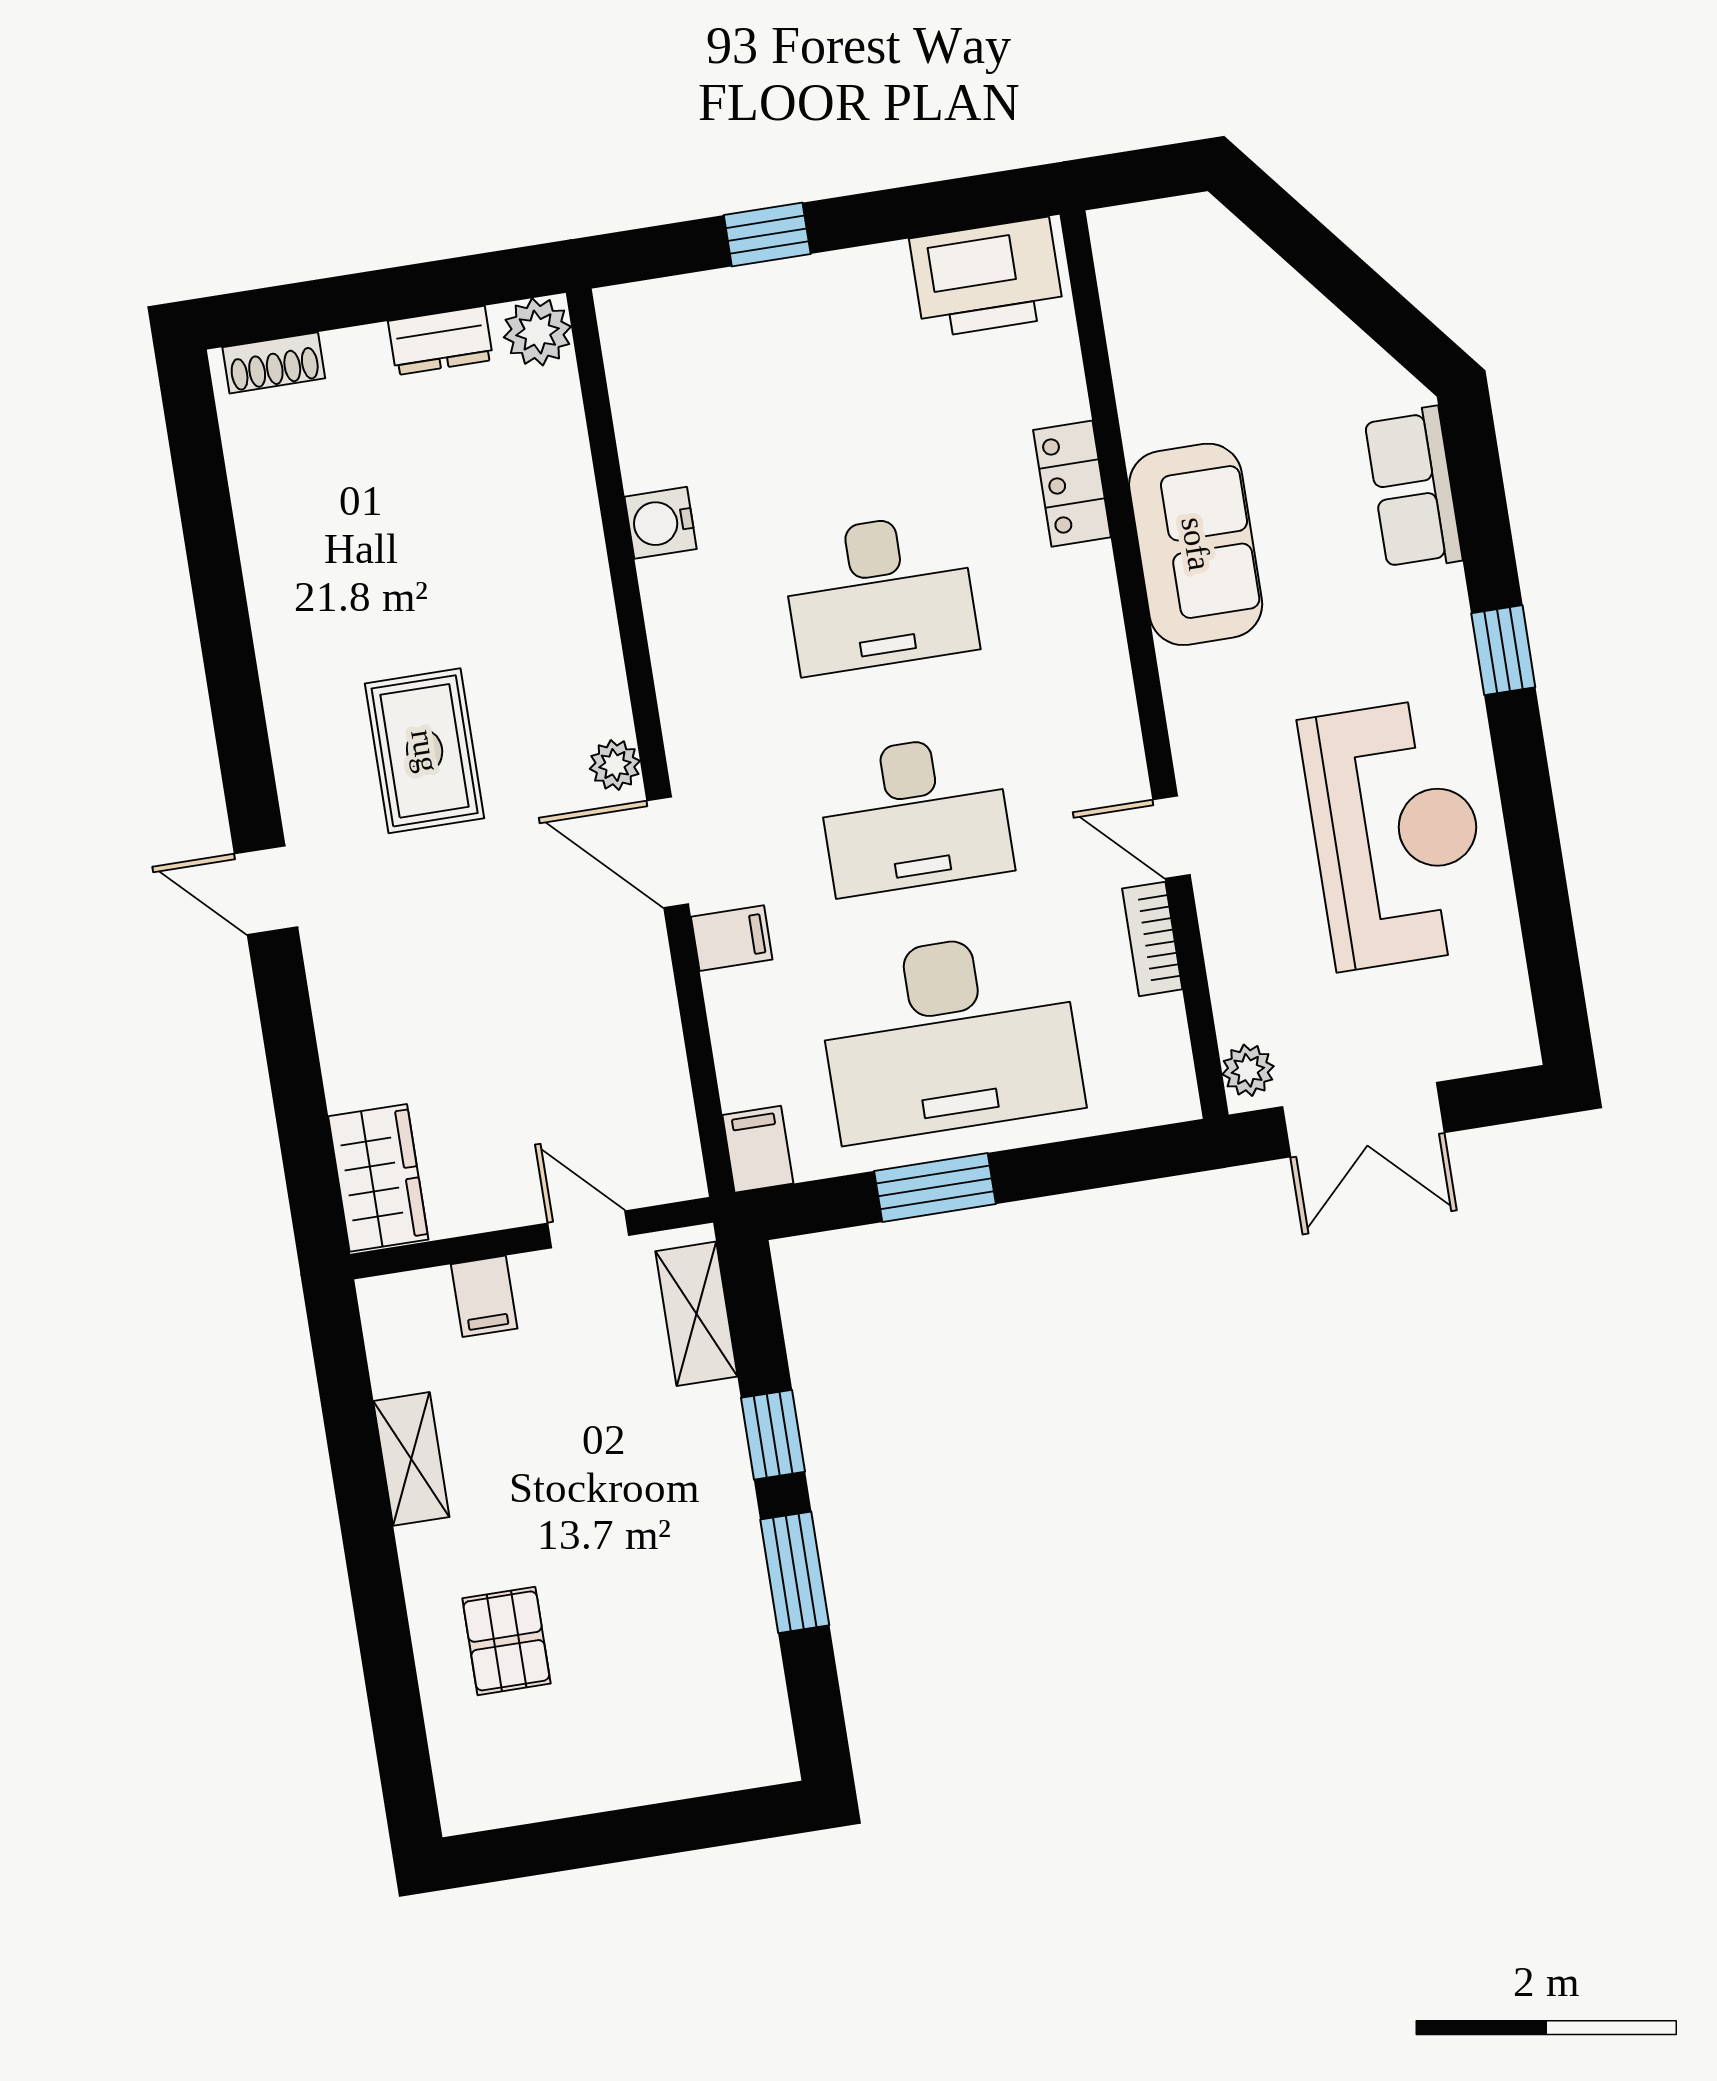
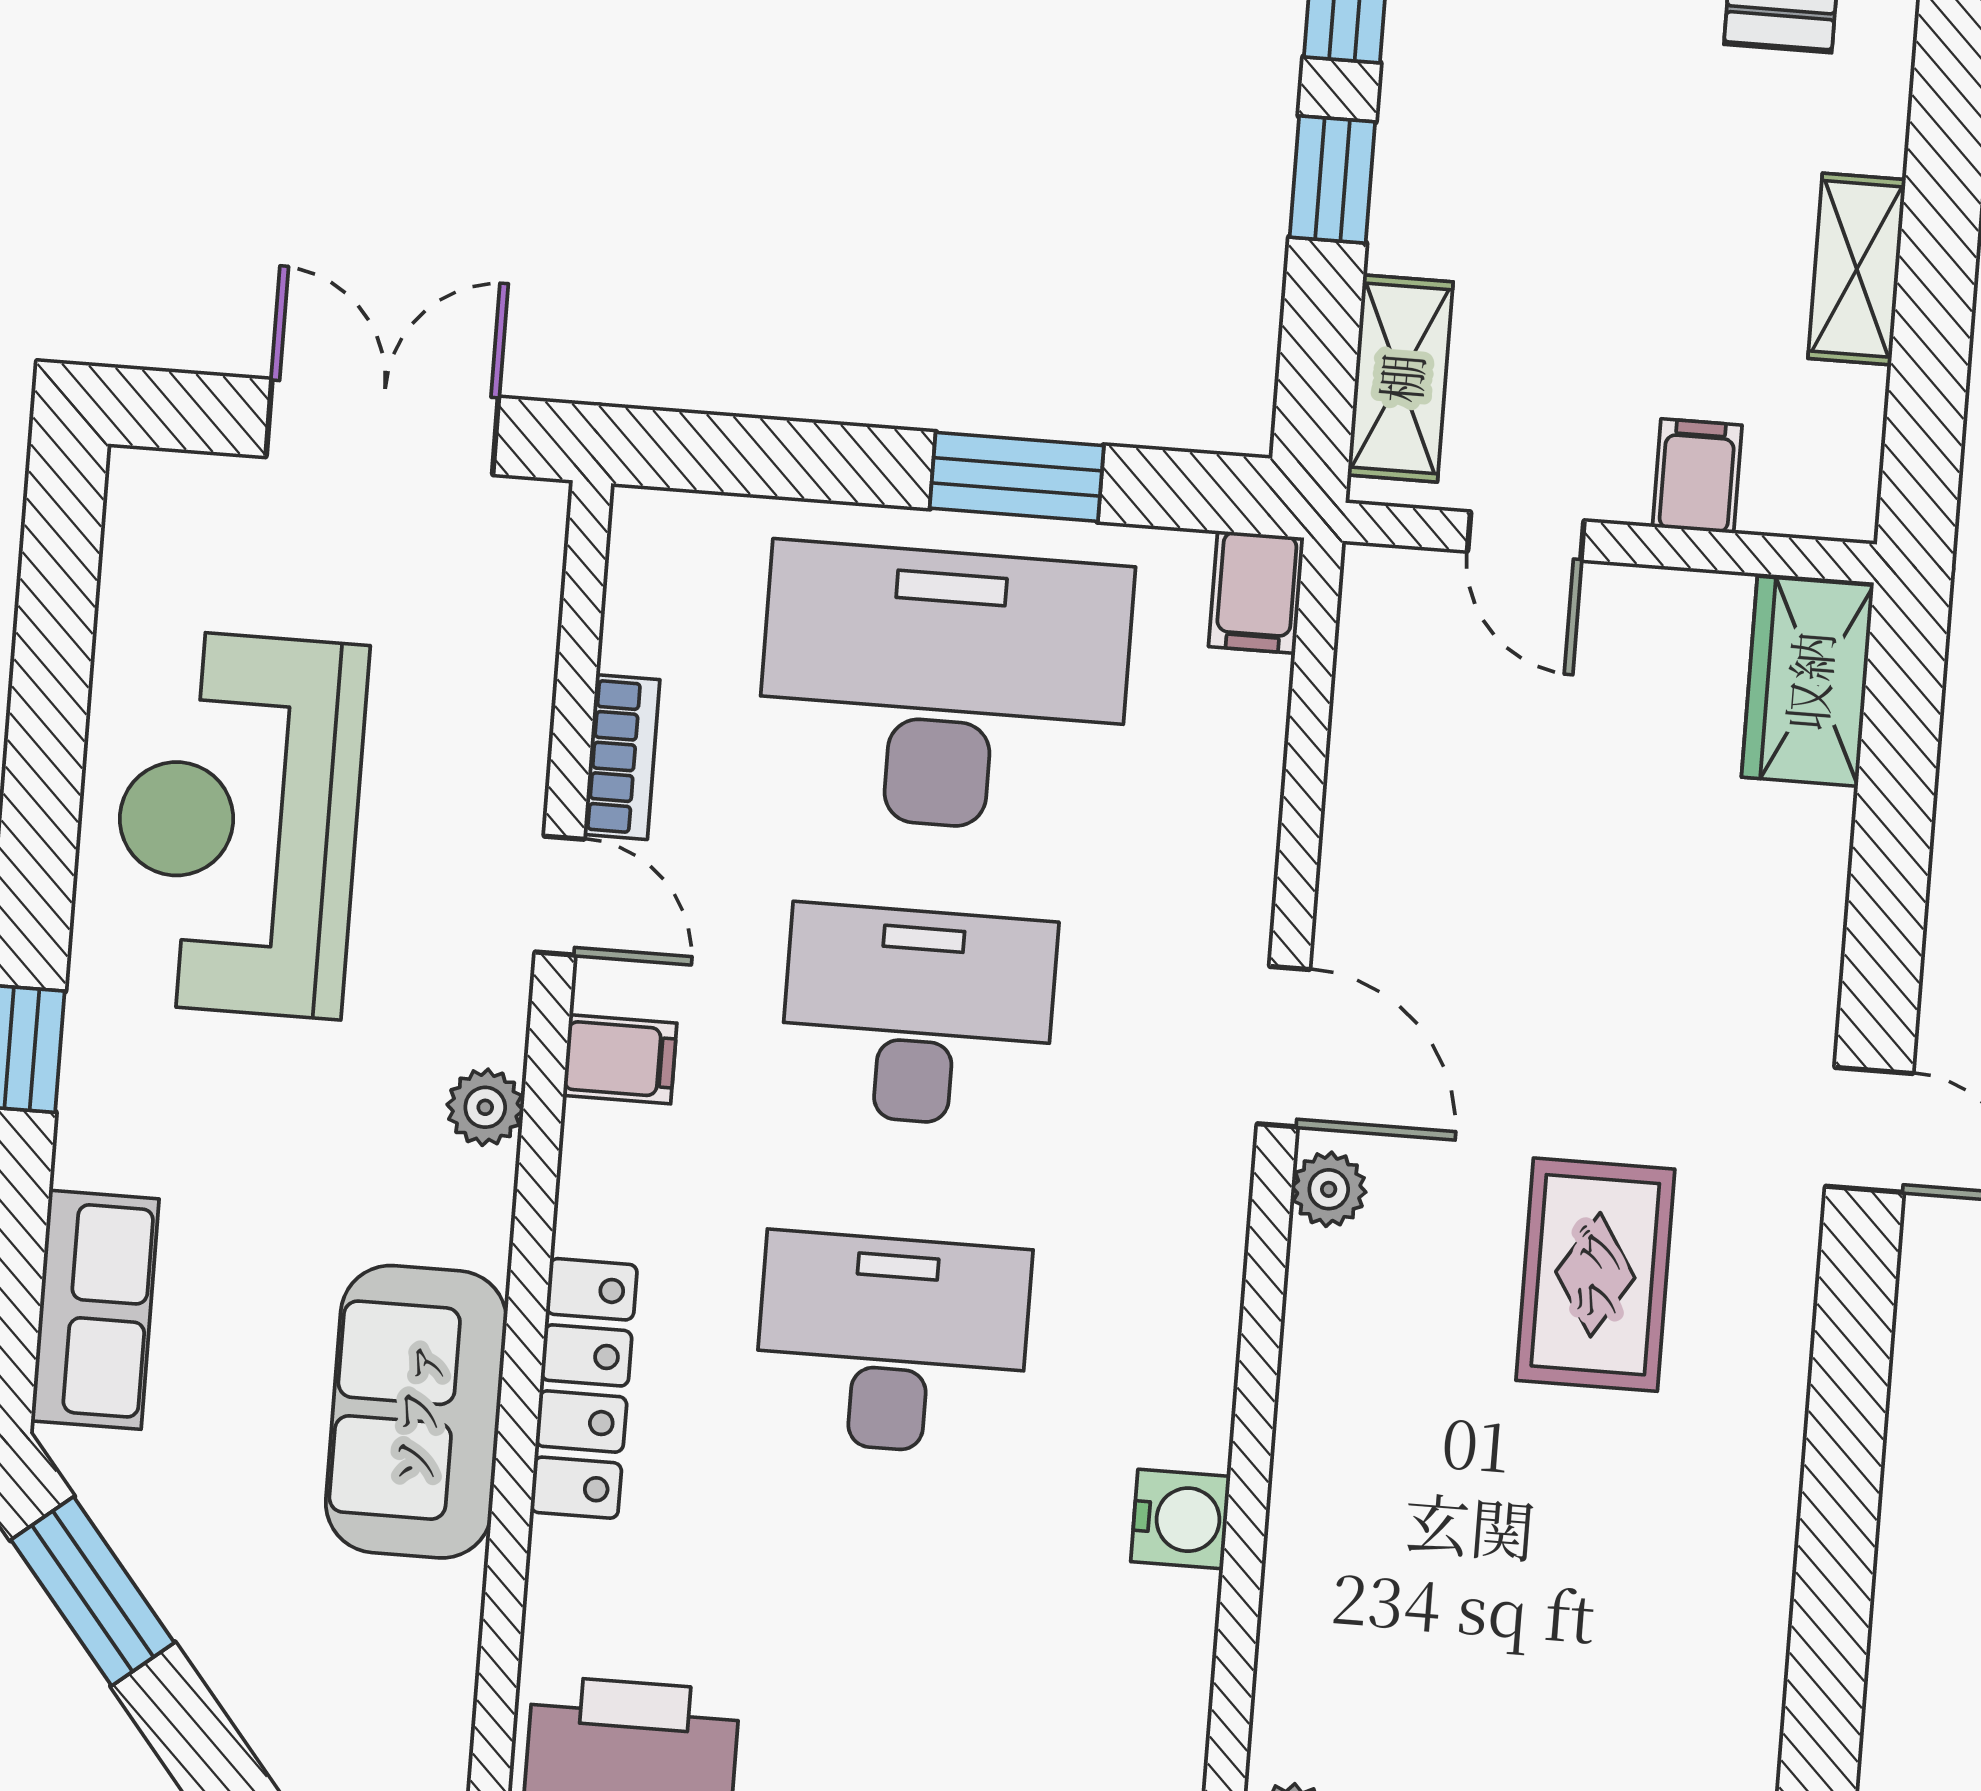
window: (1370, 302) -> (93, 1591), added
locker: (1072, 484) -> (584, 1388), width x1.53
sofa: (1196, 544) -> (416, 1412), moved
filing cabinet: (732, 938) -> (620, 1059), moved, turned 180
plant: (1248, 1070) -> (485, 1107), moved

